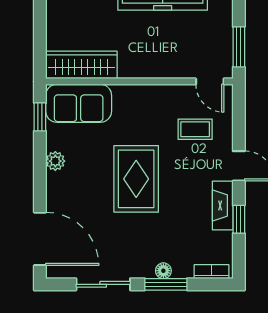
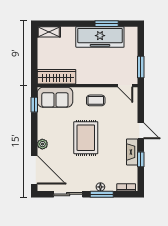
coffee table: (195, 129) -> (96, 100), moved
plant: (55, 161) -> (42, 144), moved

